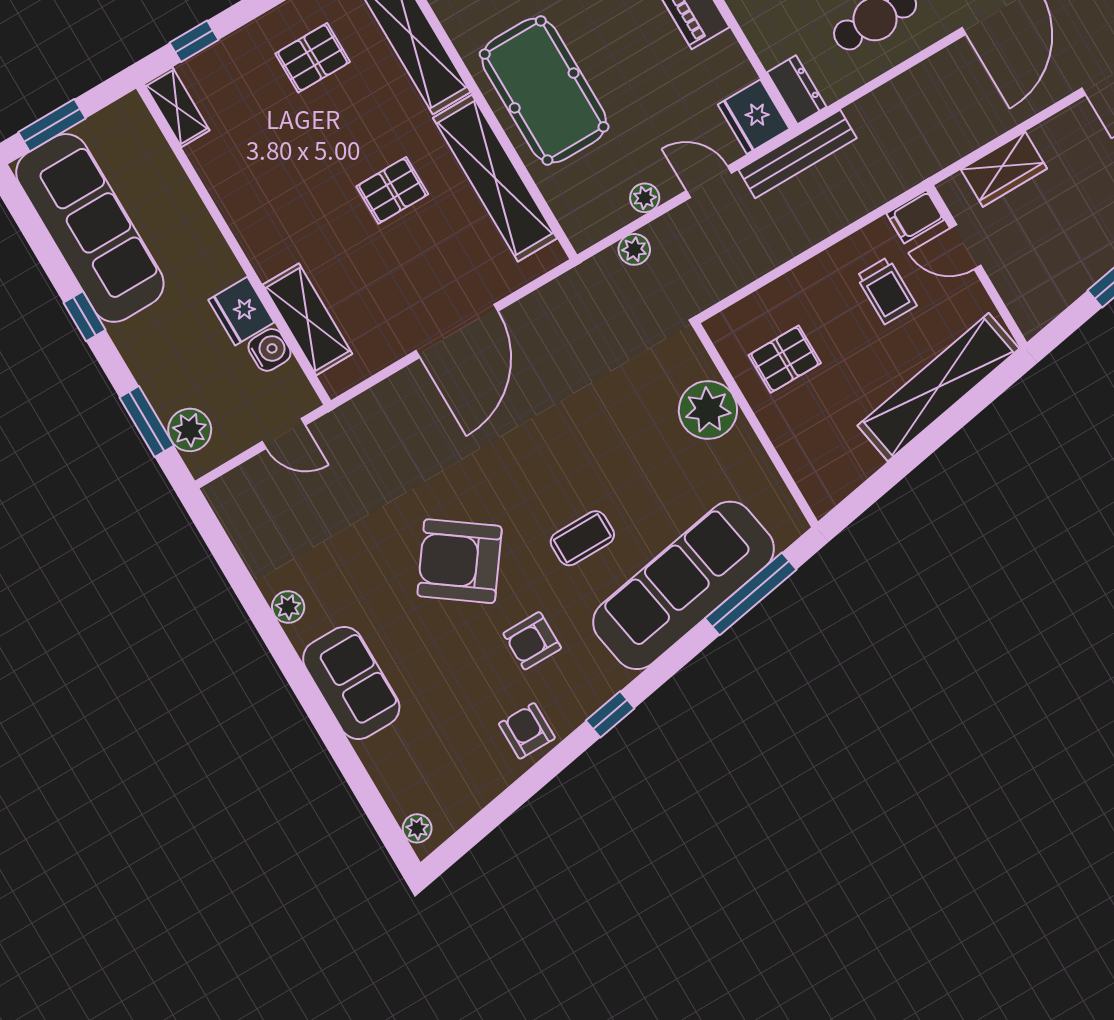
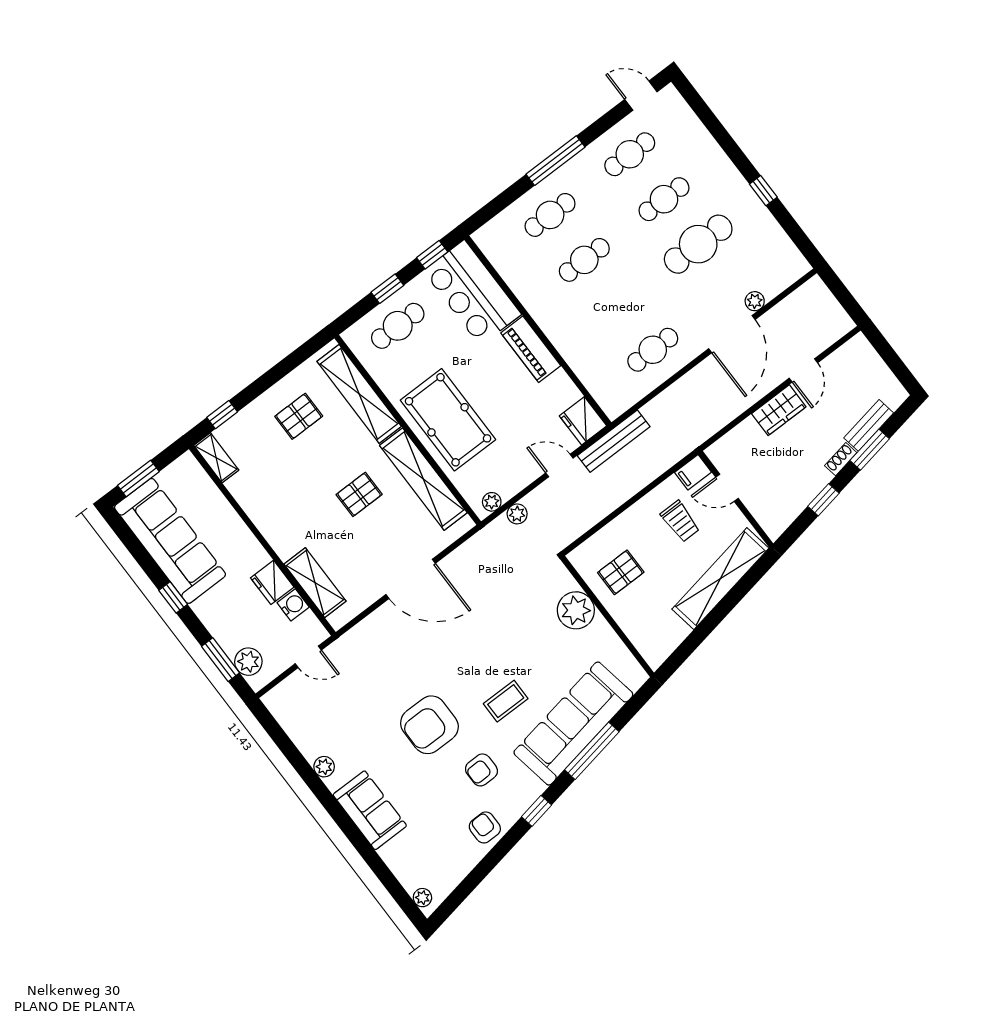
dresser: (797, 90) -> (608, 400), removed
wardrobe: (1004, 169) -> (779, 410), moved
plant: (645, 198) -> (492, 502), moved
door: (457, 331) -> (411, 579), hinge flipped
armchair: (460, 561) -> (429, 725), turned -36
window: (751, 594) -> (592, 751), moved

